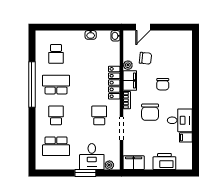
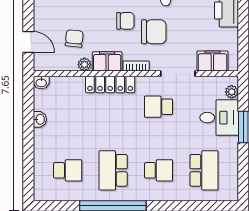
chair: (163, 84) -> (125, 21), moved
school desk: (56, 115) -> (159, 170), turned 180
filing cabinet: (134, 163) -> (212, 61), moved, turned 90

